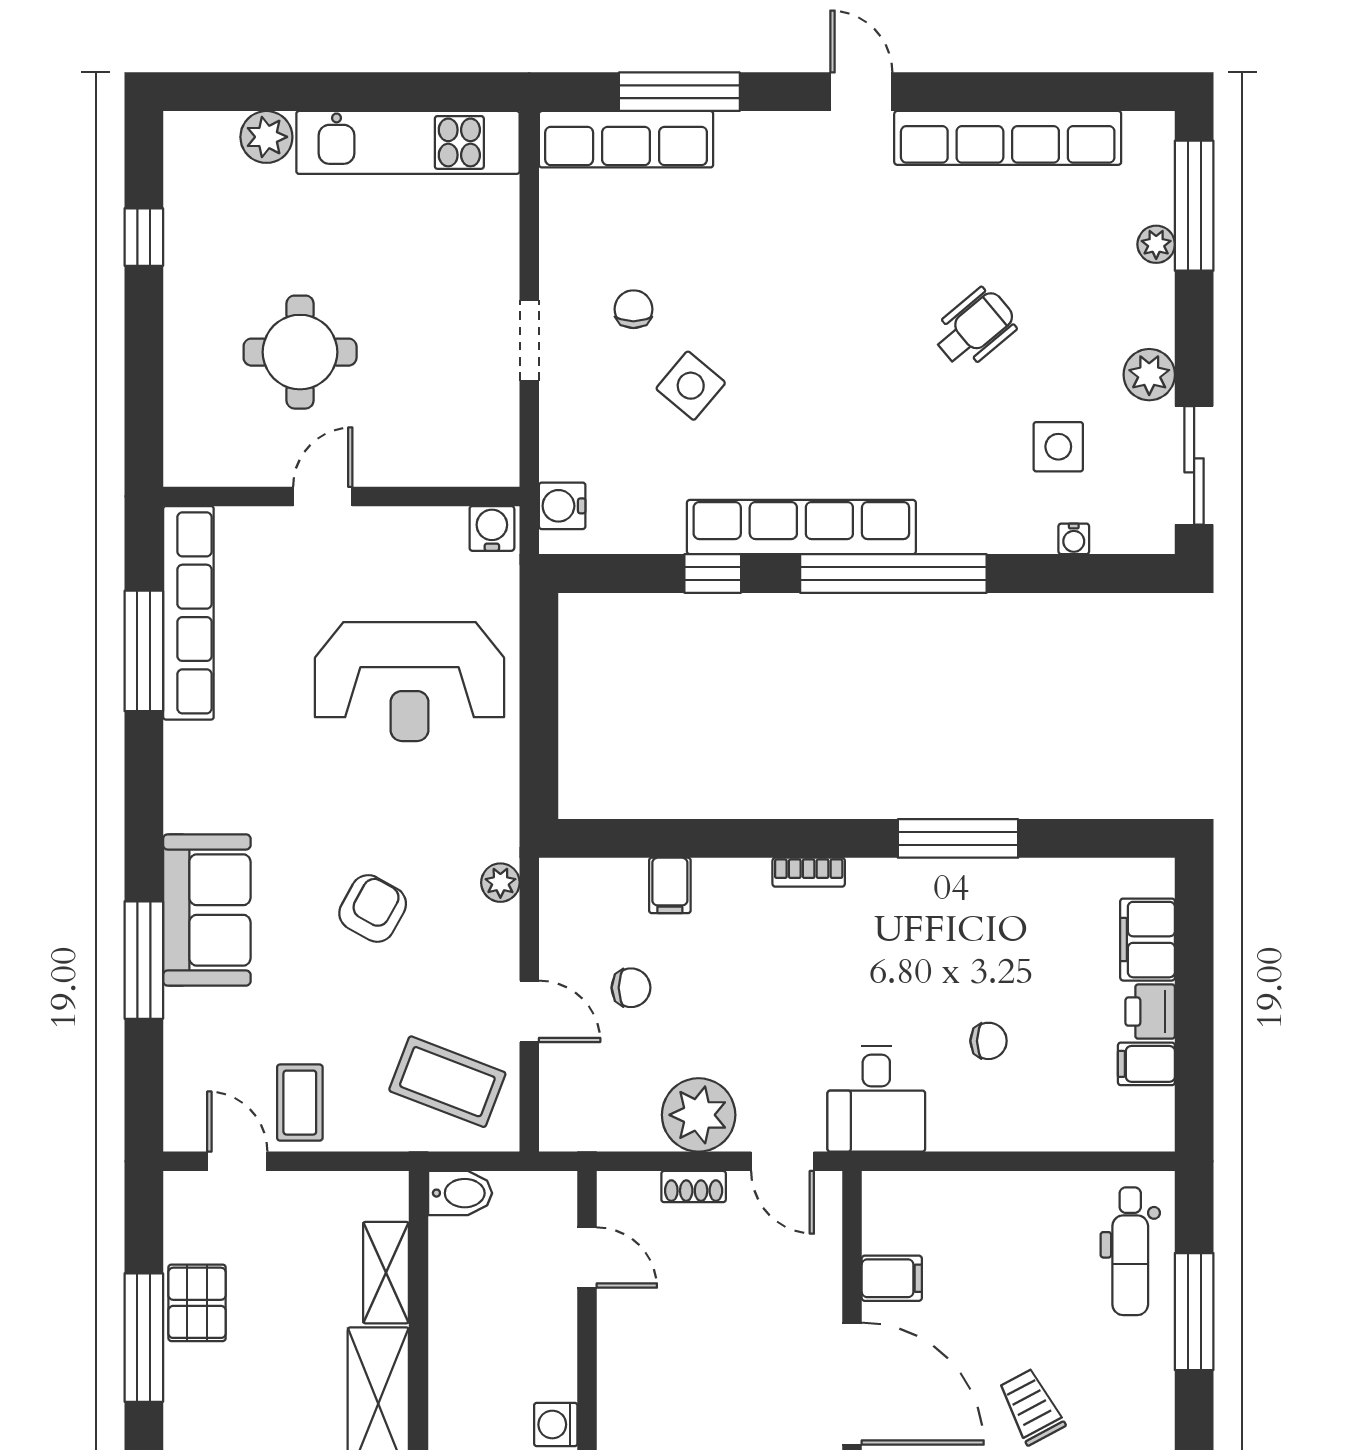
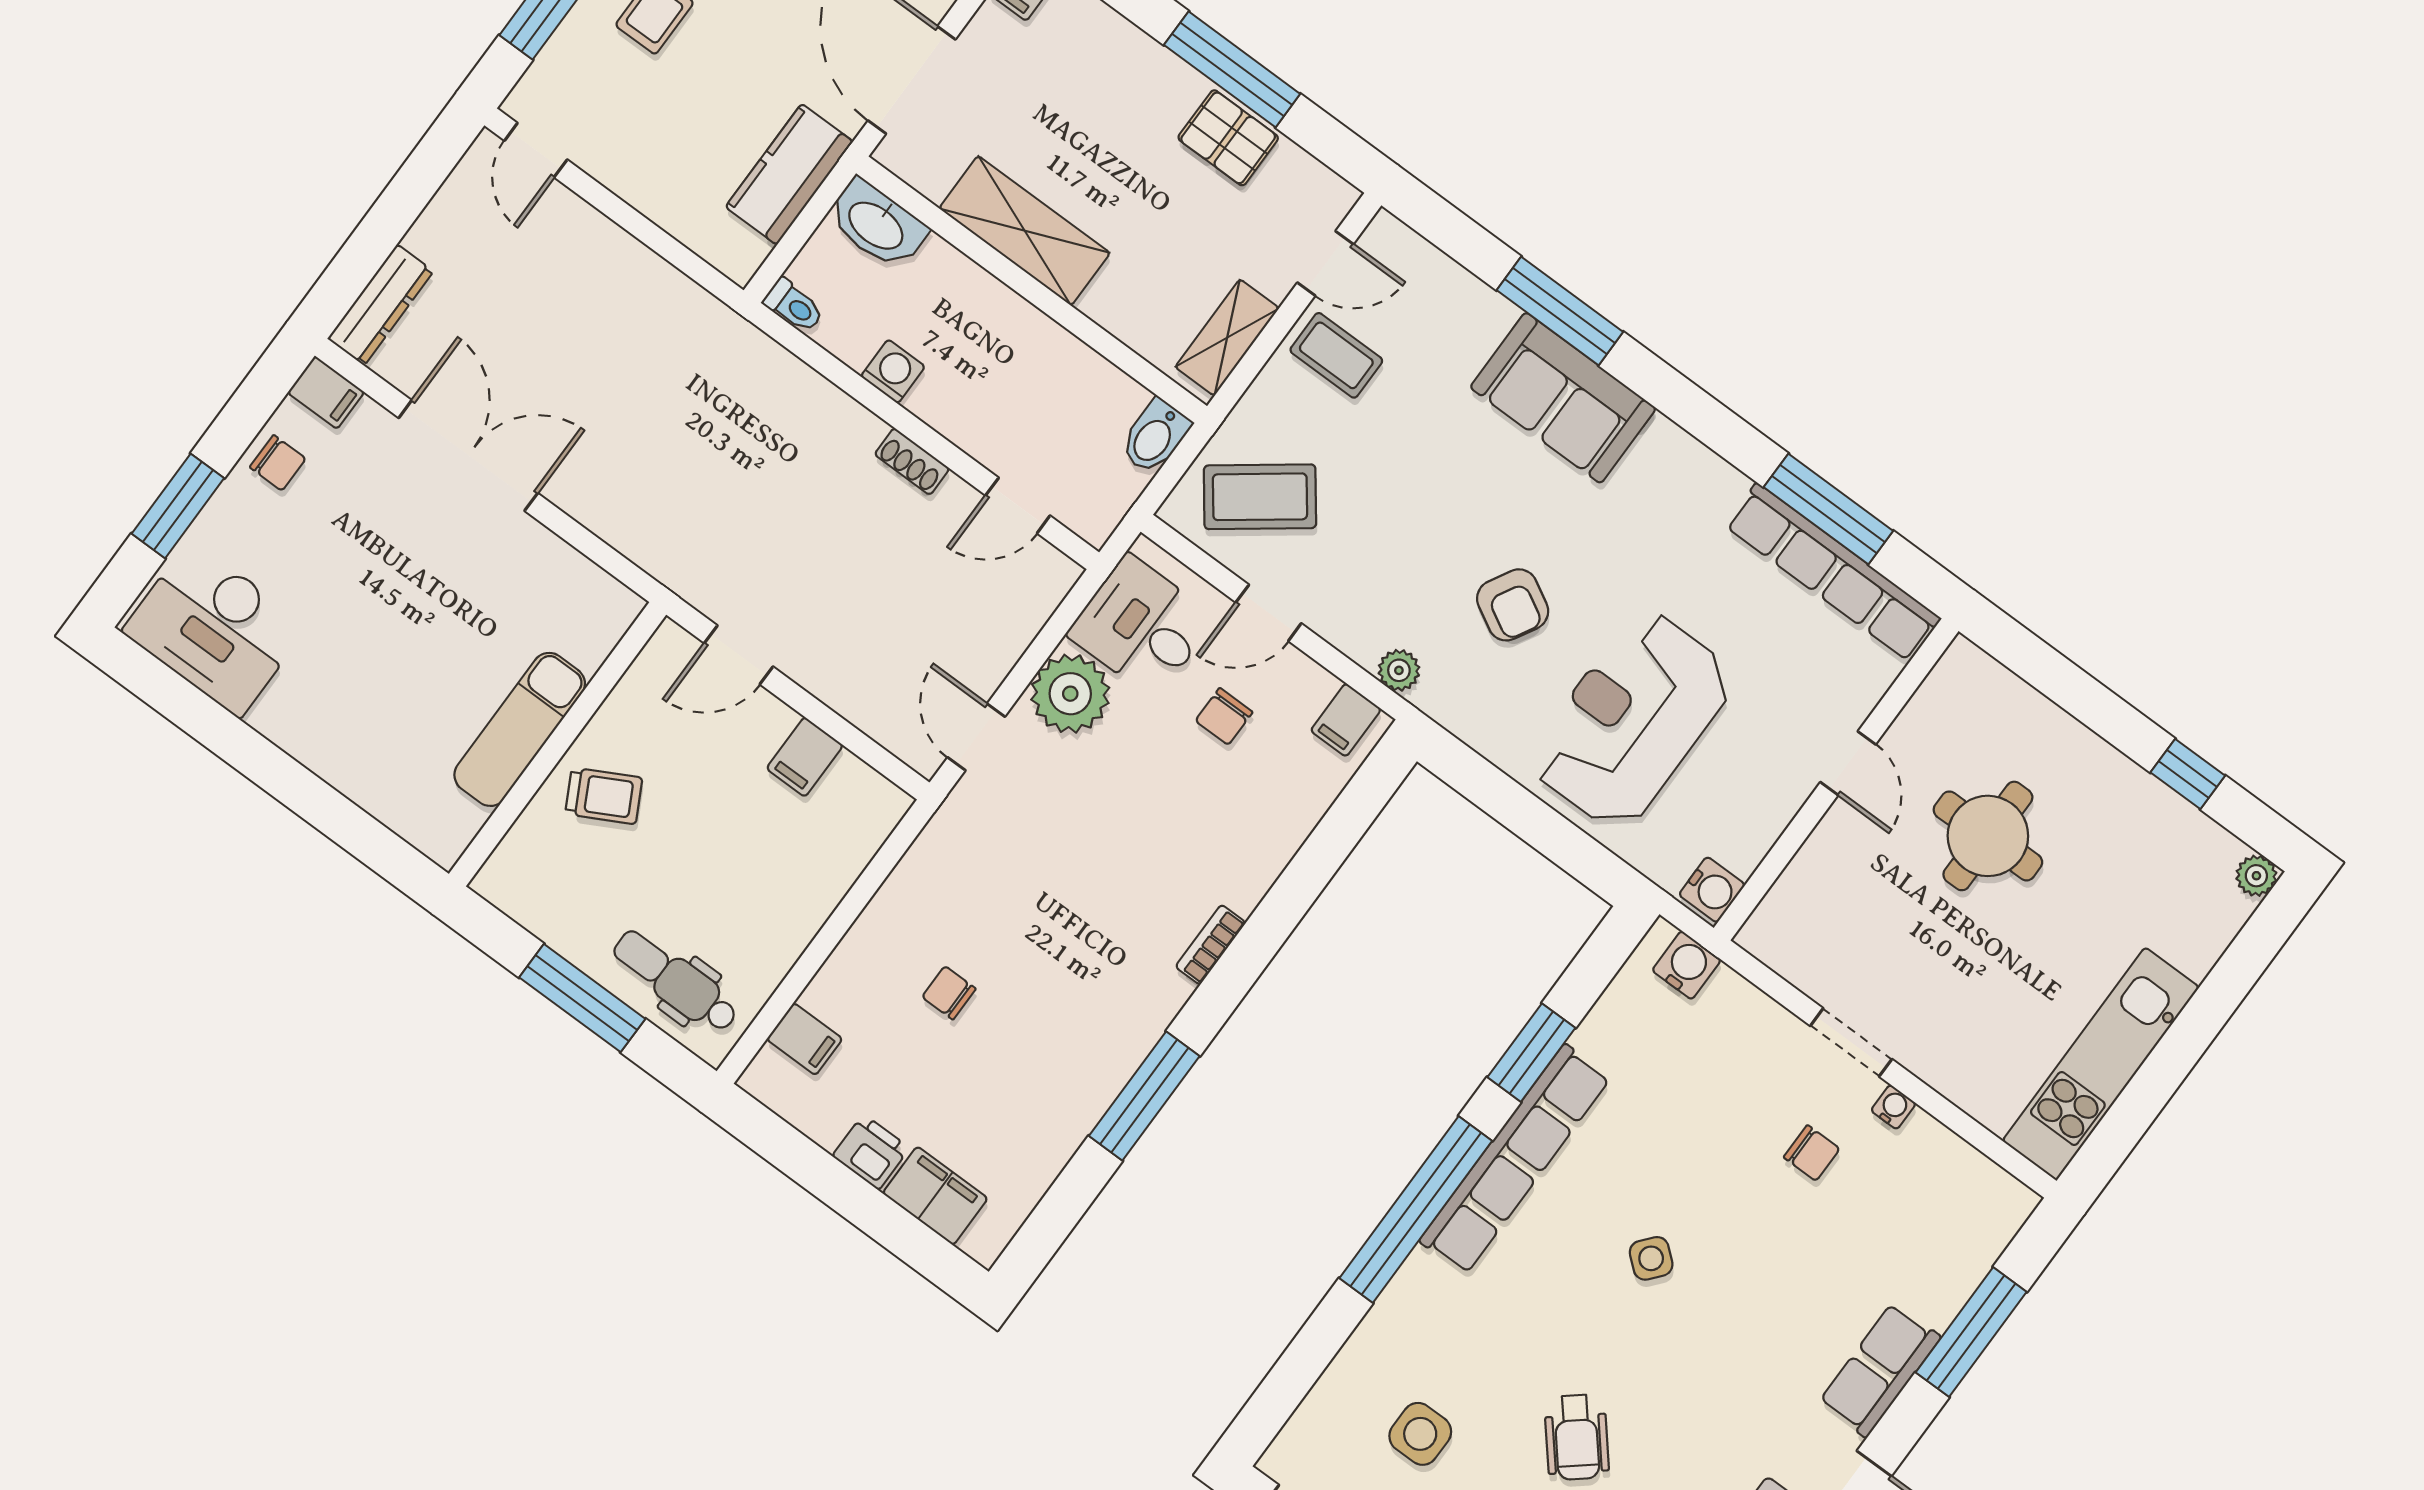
plant: (266, 137) -> (2256, 876), moved, width x0.73, depth x0.73
row of seats: (626, 139) -> (1880, 1370), moved, width x0.68
side table: (691, 386) -> (1651, 1258), moved, width x0.73, depth x0.73
water cooler: (1074, 539) -> (1893, 1107), moved, turned 90
window: (713, 573) -> (1531, 1053), width x1.50
filing cabinet: (670, 885) -> (1346, 720), moved, turned -90
armchair: (373, 908) -> (1513, 605), moved
chair: (989, 1041) -> (949, 993), turned 90
filing cabinet: (1146, 1064) -> (805, 1039), moved, turned 90
coffee table: (447, 1082) -> (1260, 497), turned 32
desk: (876, 1099) -> (1141, 626), moved
door: (783, 1161) -> (976, 737), hinge flipped
shoe rack: (694, 1187) -> (912, 461), moved, turned -90
shelving: (386, 1273) -> (1227, 338), moved, turned 90
door: (852, 1384) -> (739, 655), width x0.53

